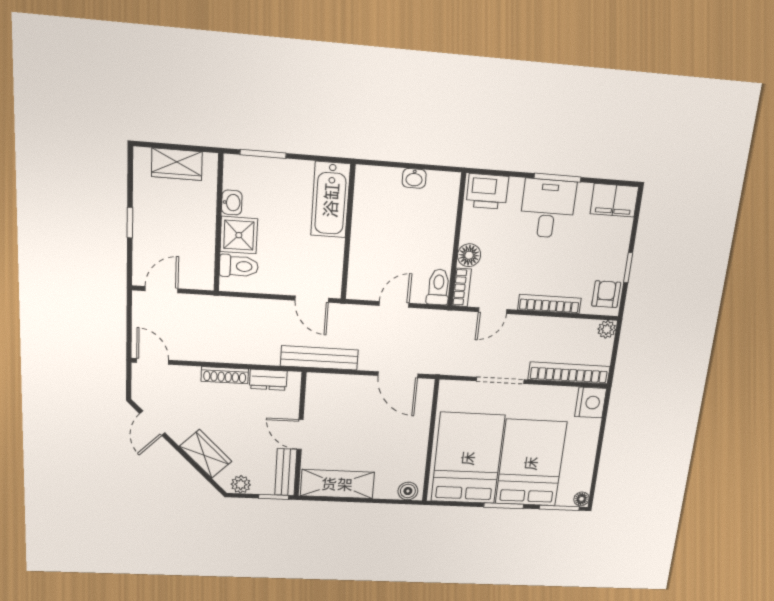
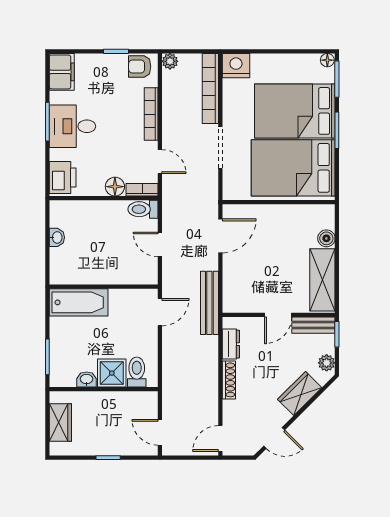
boiler: (408, 491) -> (326, 238), moved

